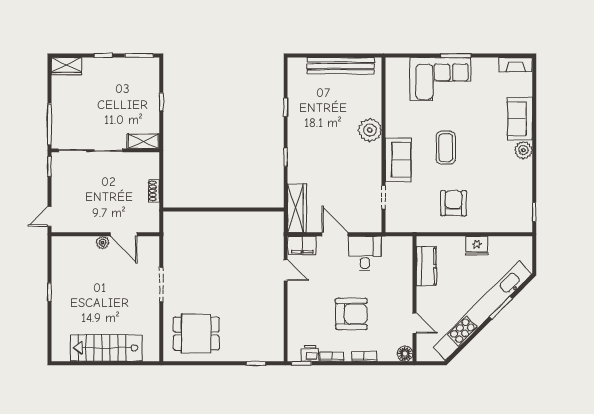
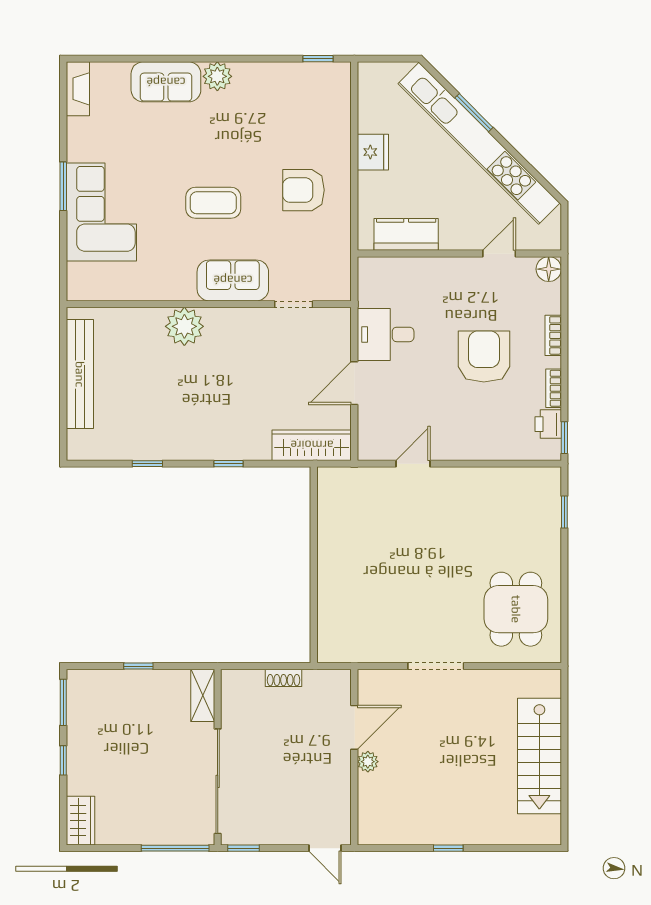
filing cabinet: (302, 245) -> (372, 437), removed

